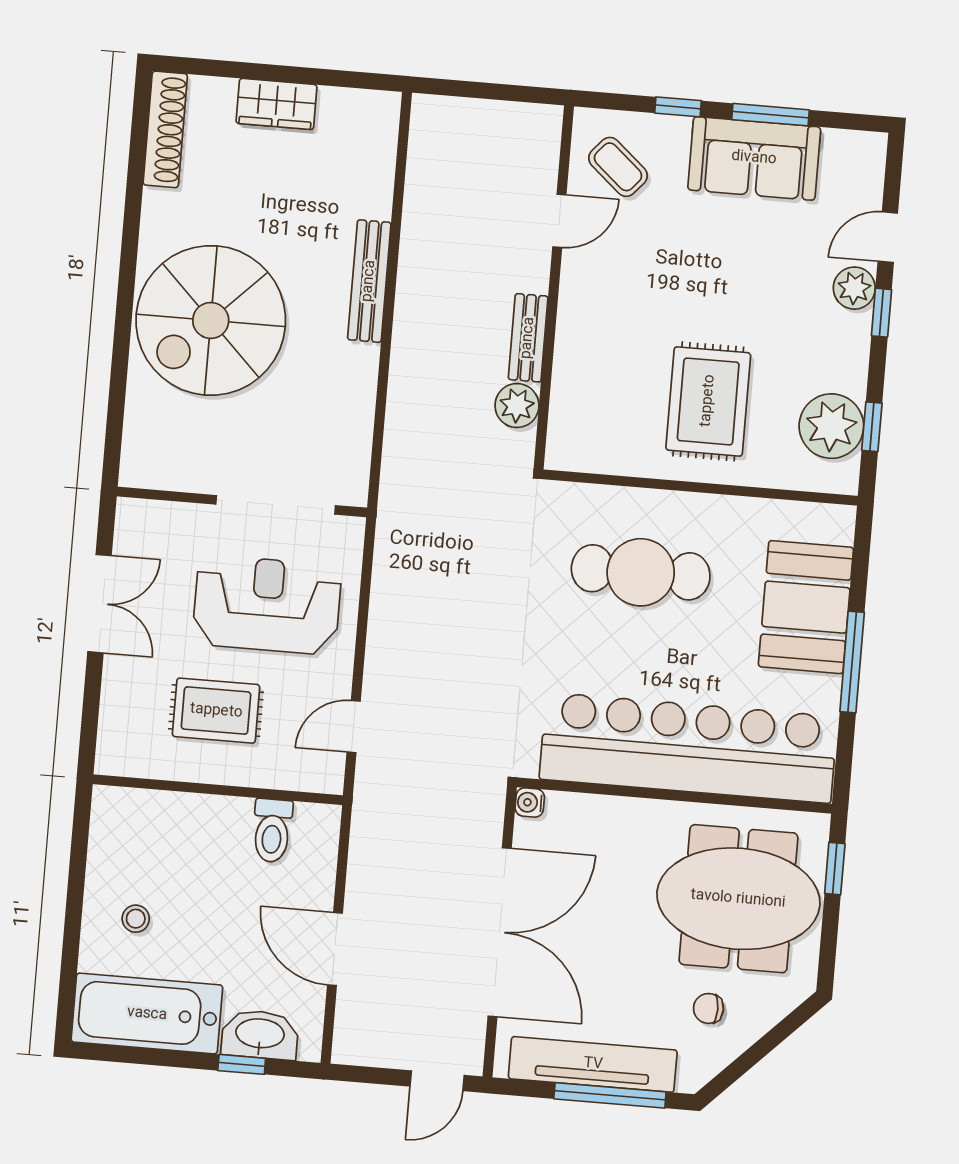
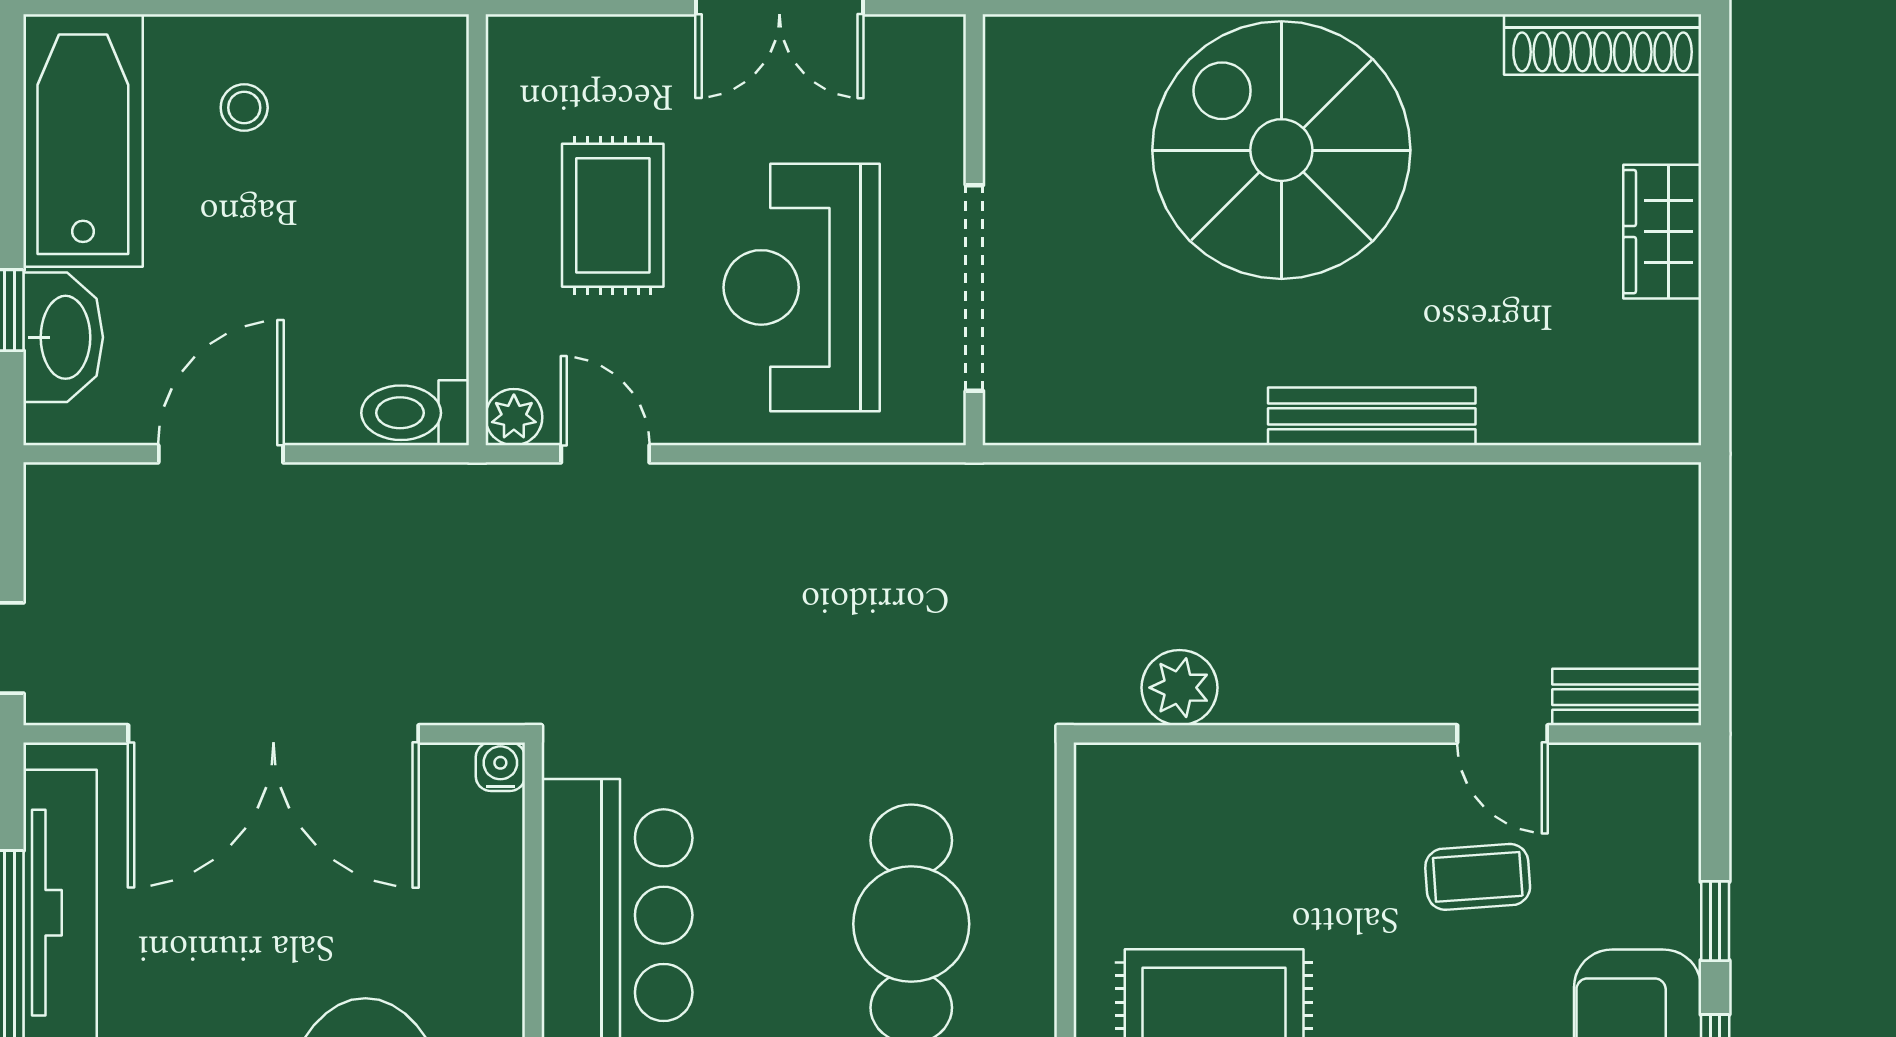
coffee table: (618, 167) -> (1478, 877), moved, turned 45
bench: (528, 338) -> (1627, 697), moved
reception desk: (267, 605) -> (802, 287), turned 180
plant: (328, 778) -> (514, 417), added
toilet: (272, 831) -> (415, 413), moved

